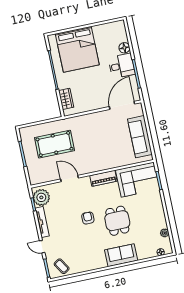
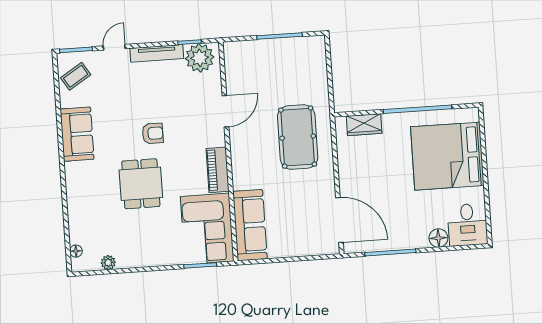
desk: (122, 66) -> (468, 225), moved
sofa: (140, 137) -> (250, 225), moved, turned 90
pool table: (54, 144) -> (298, 137), moved
dining table: (117, 221) -> (141, 184), turned 90
sofa: (121, 255) -> (77, 134), moved

